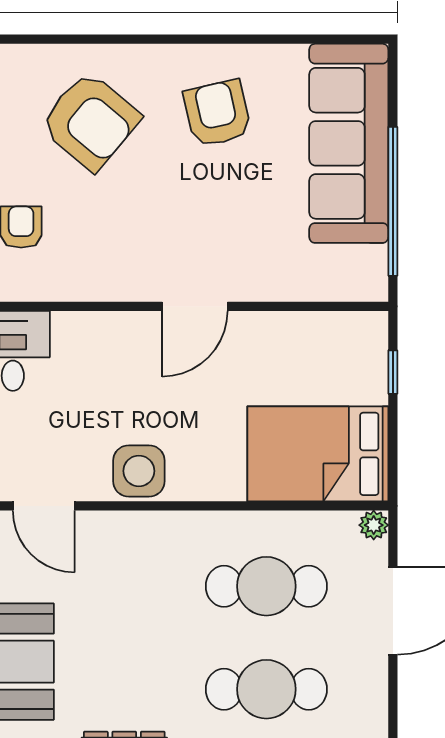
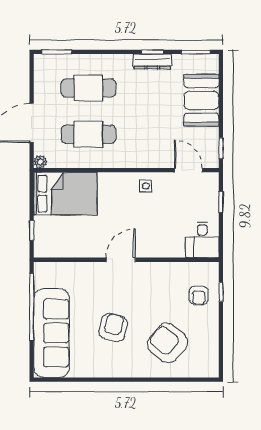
armchair: (217, 113) -> (113, 328), moved, turned -152
side table: (139, 471) -> (146, 186), width x0.54, depth x0.54

